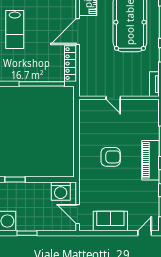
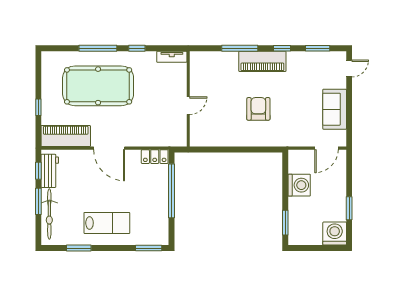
locker: (70, 64) -> (155, 157), width x0.66
washing machine: (61, 191) -> (299, 185), moved
door: (145, 233) -> (349, 68), swing flipped

